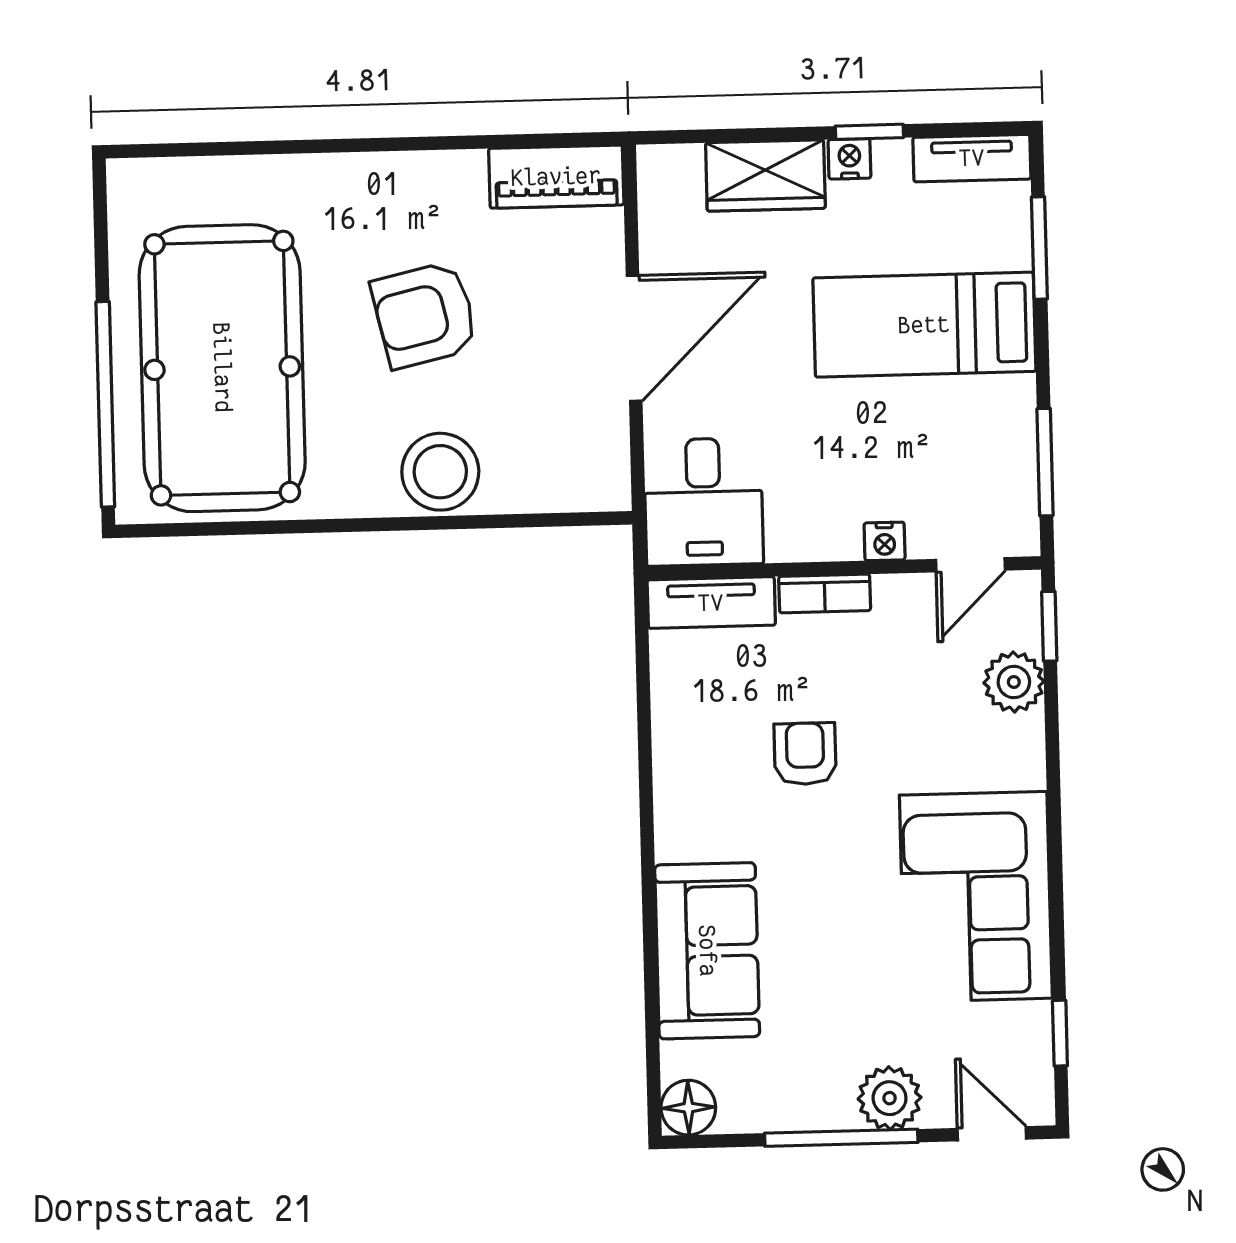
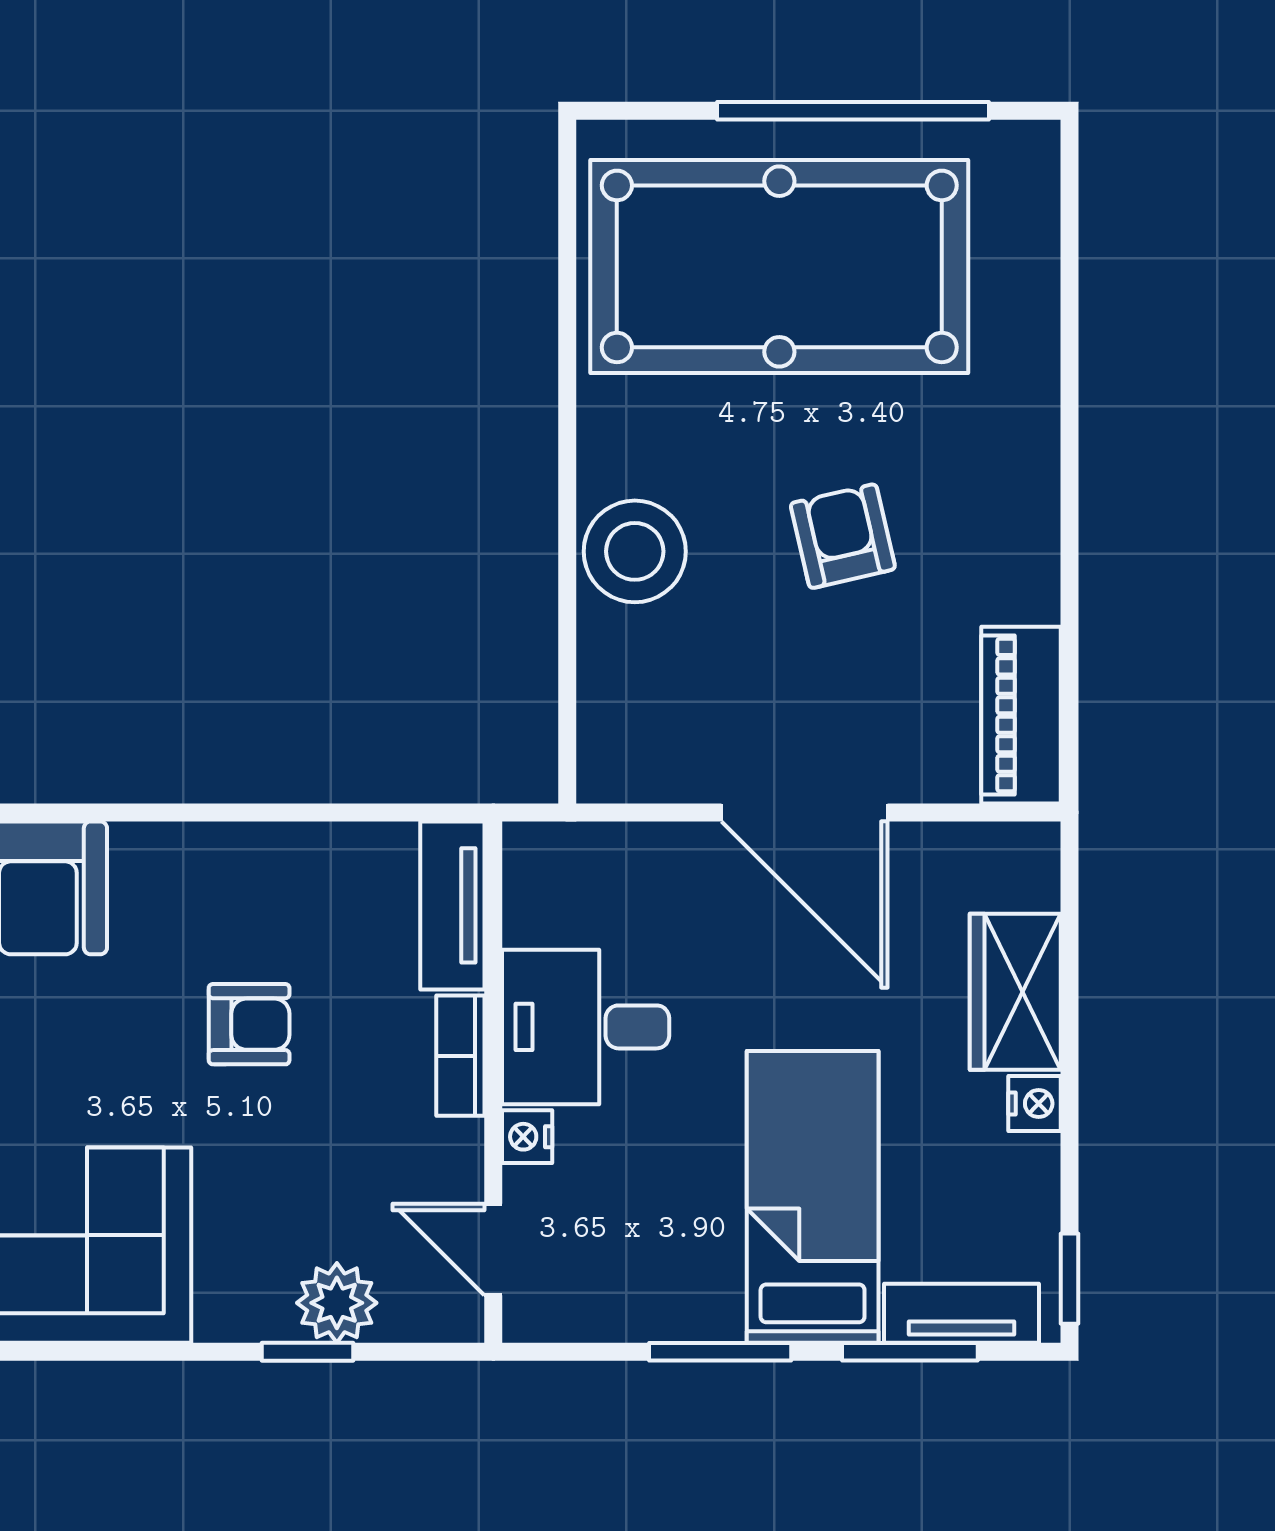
window: (869, 132) -> (1070, 1279), moved
tv unit: (972, 158) -> (962, 1313), moved, turned 90
armchair: (425, 315) -> (843, 536), width x0.72, depth x0.72
window: (105, 404) -> (853, 111), moved
window: (1045, 462) -> (720, 1352), moved
desk: (704, 502) -> (586, 1027), moved
window: (1049, 626) -> (308, 1352), moved

